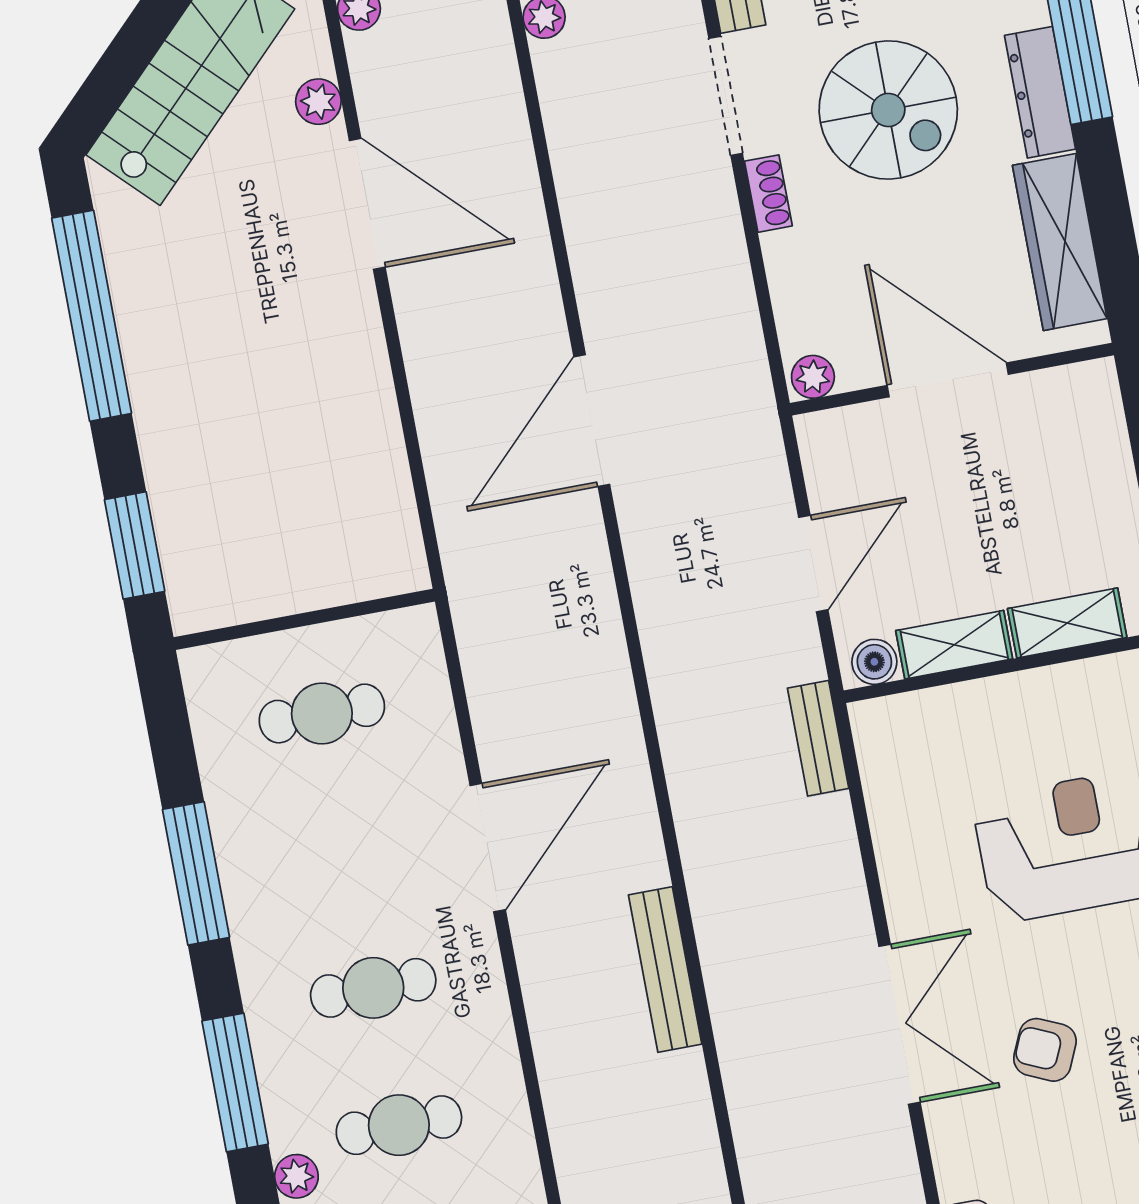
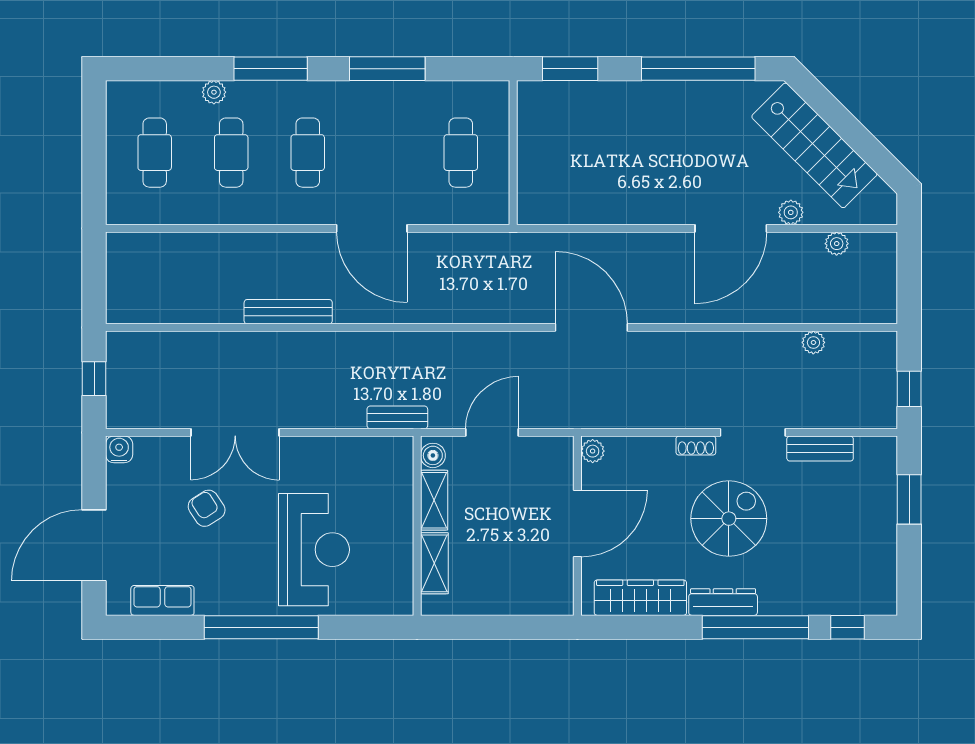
spiral stairs: (888, 110) -> (729, 519), turned 180
door: (813, 564) -> (492, 432), swing flipped
armchair: (1045, 1050) -> (207, 508), turned -57

